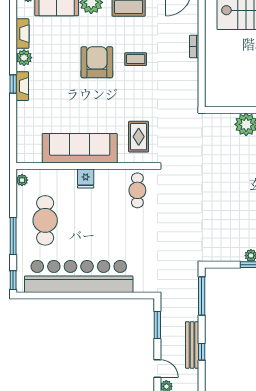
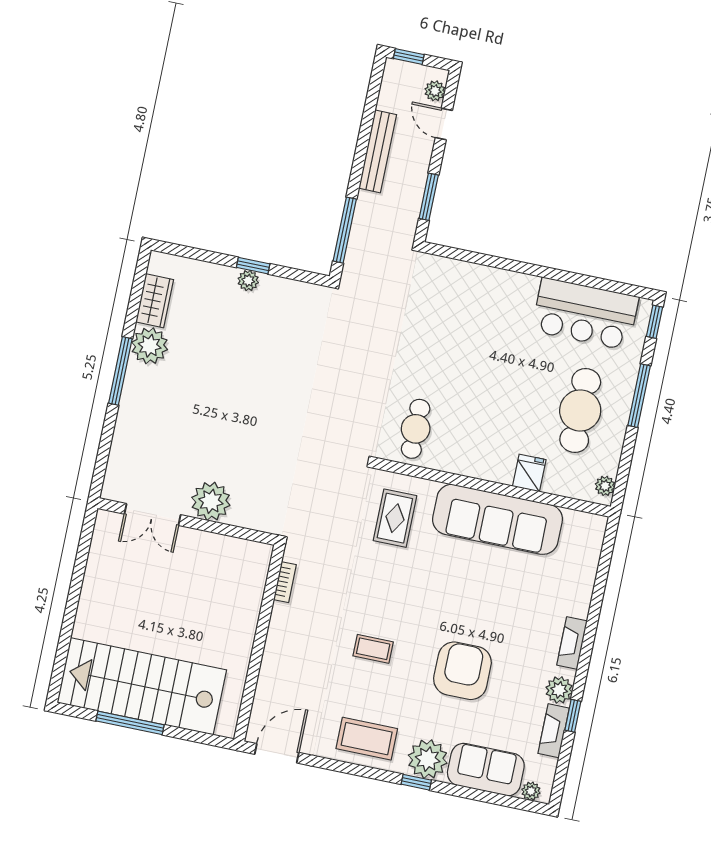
bookcase: (194, 46) -> (285, 582), moved
armchair: (97, 62) -> (462, 671), moved, turned 180
window: (13, 84) -> (573, 716), moved
fridge: (86, 179) -> (529, 473), moved
bar counter: (79, 276) -> (585, 314), width x0.54
window: (202, 352) -> (364, 137), removed

